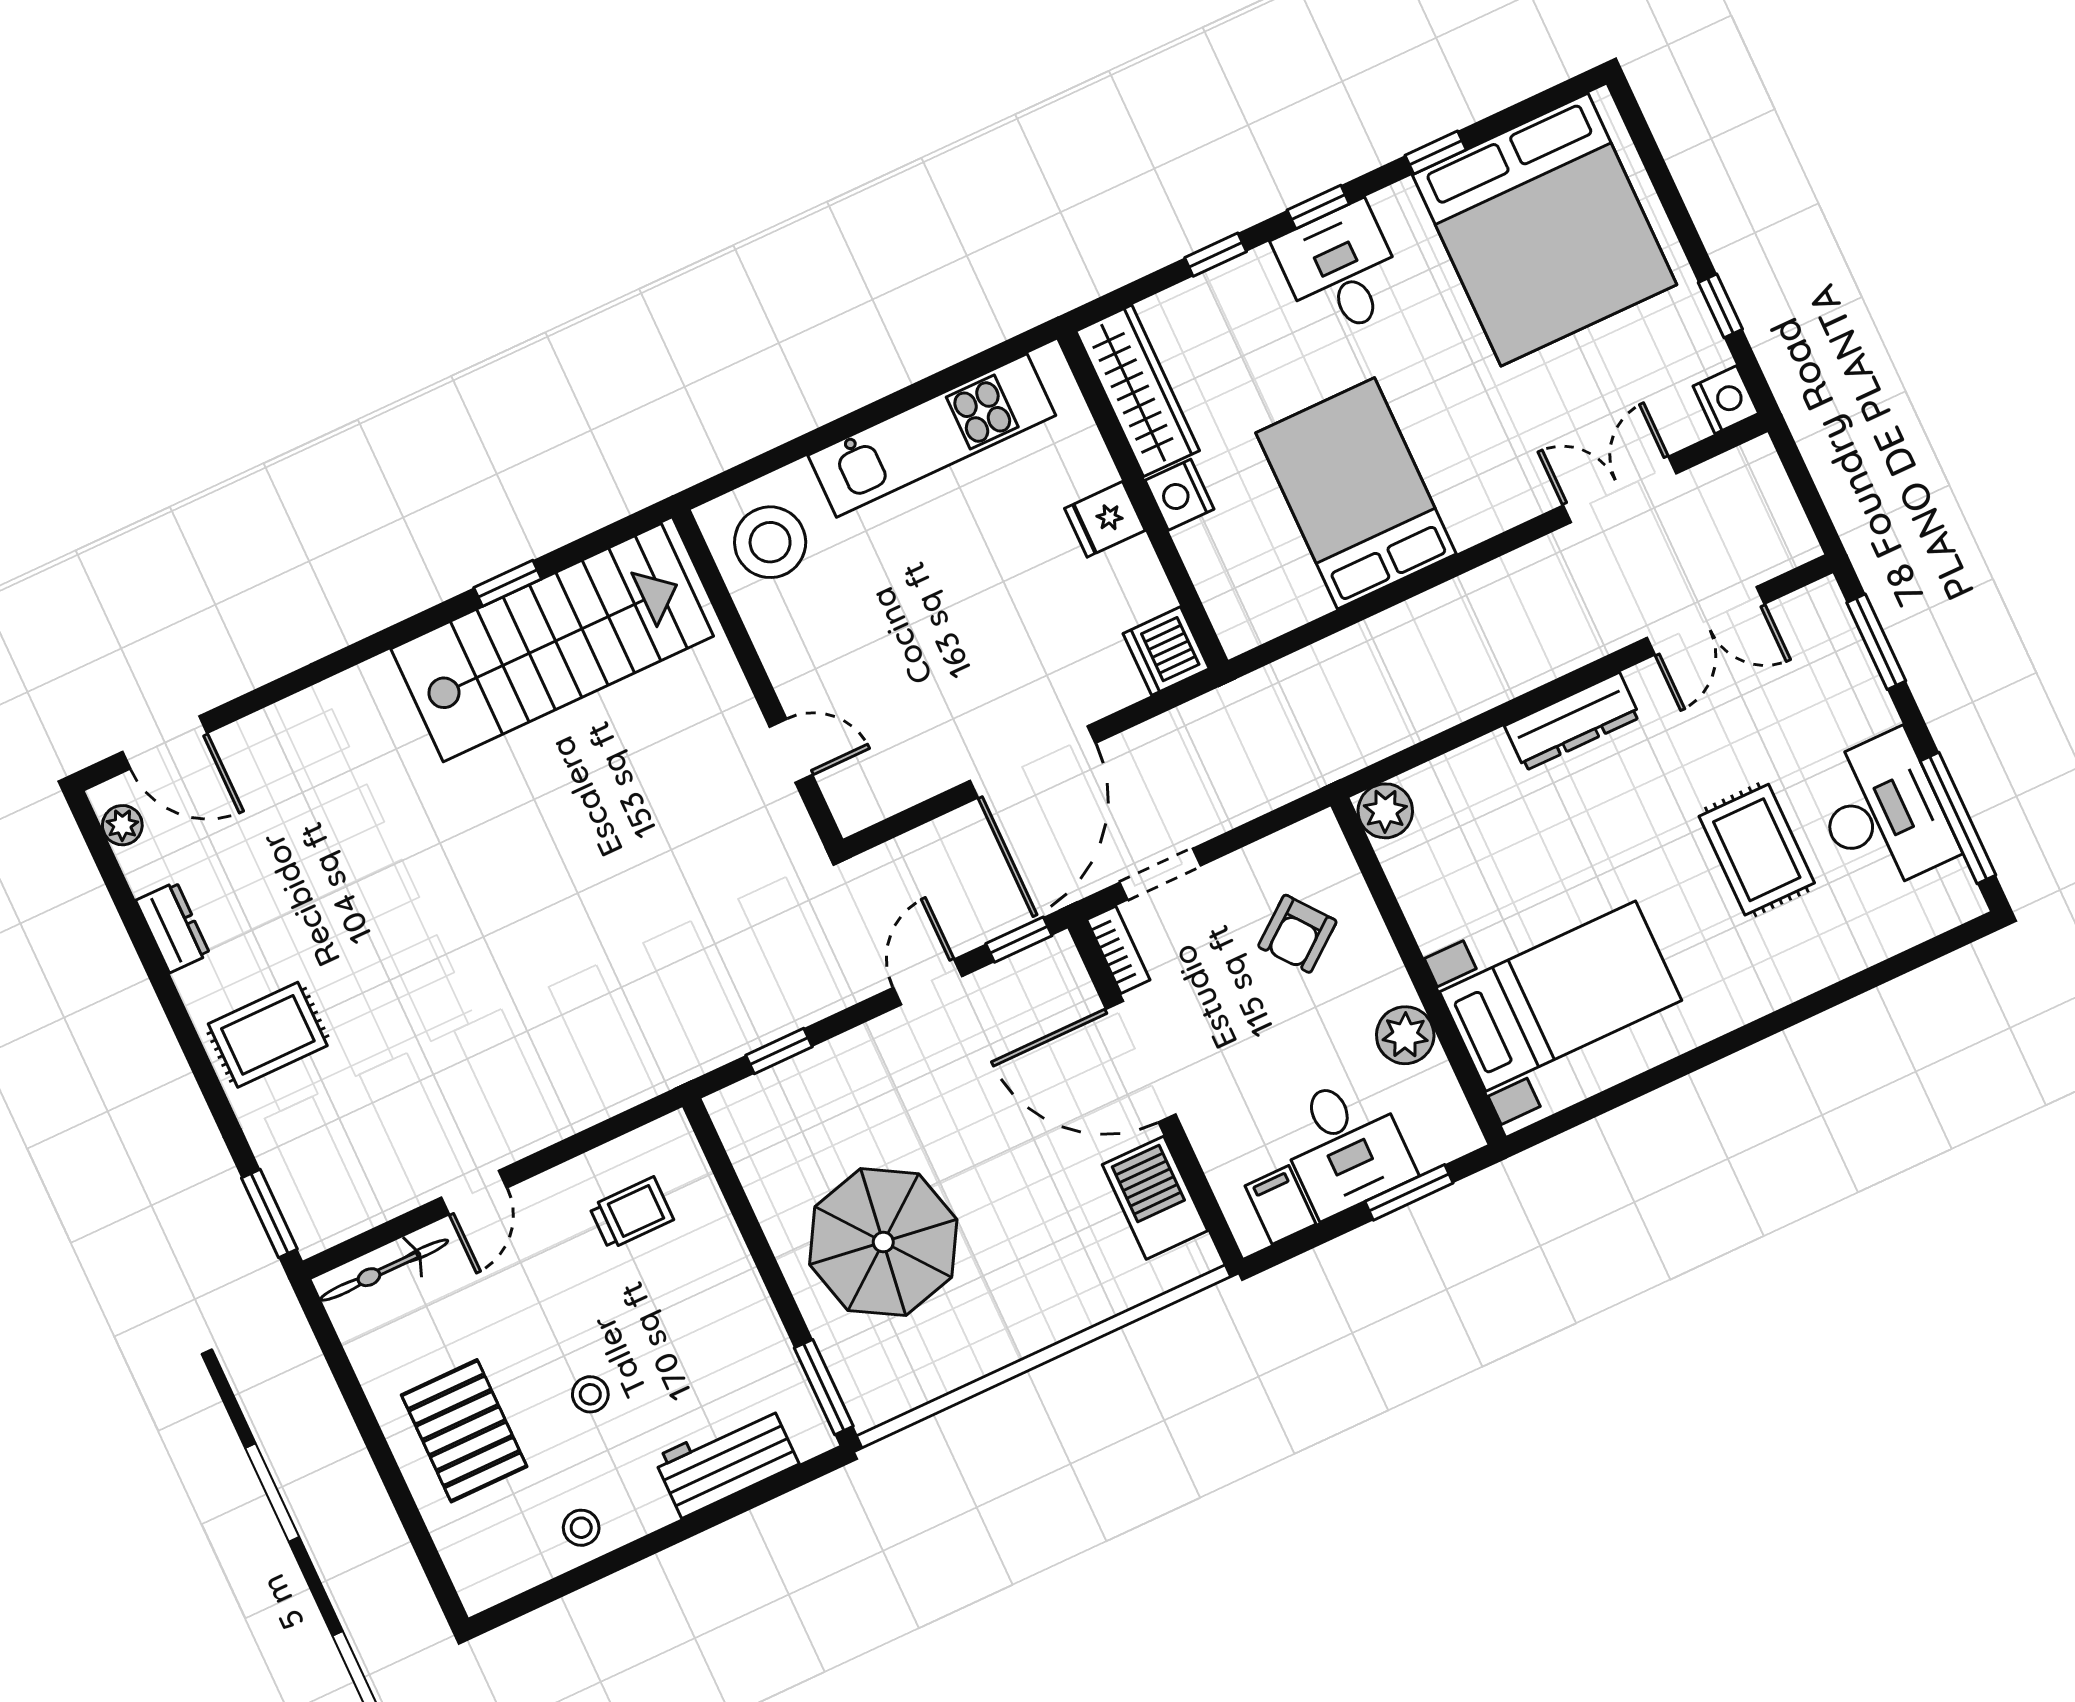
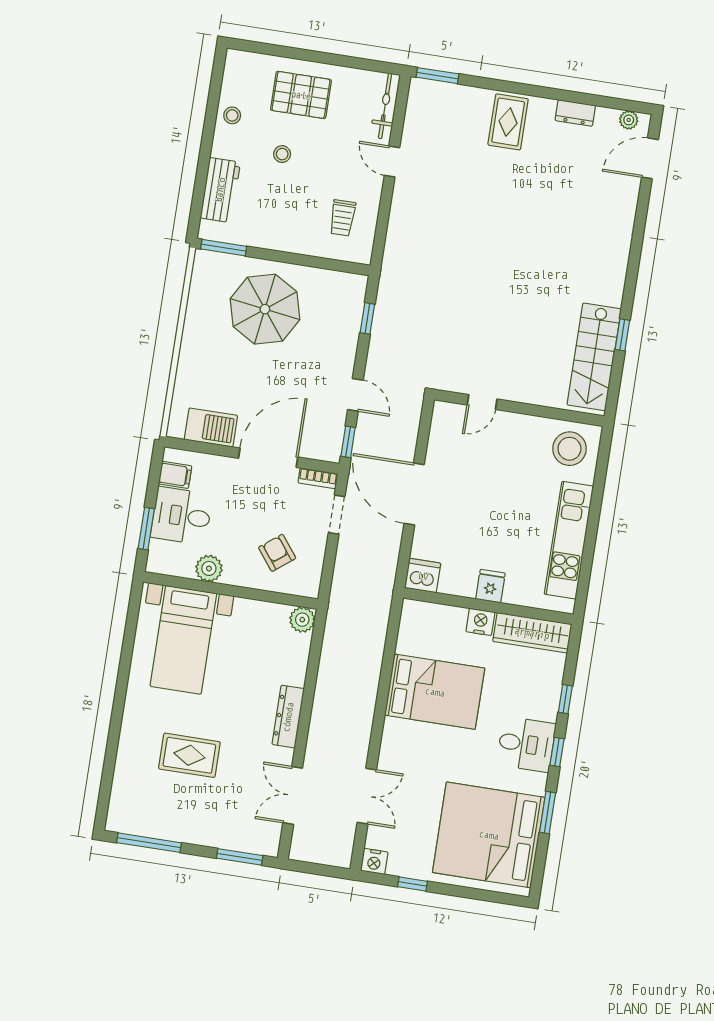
window: (1436, 153) -> (548, 812), width x1.50
stairs: (552, 643) -> (594, 357), width x0.73, depth x0.66
desk: (1883, 813) -> (171, 814), removed

